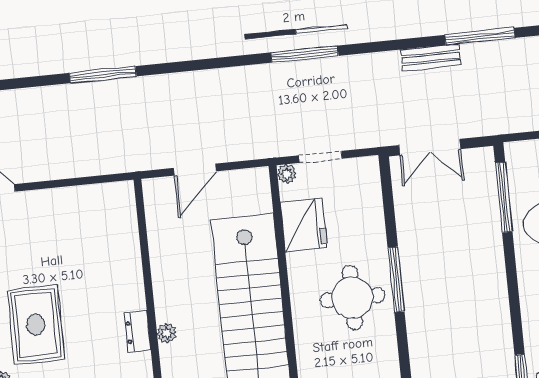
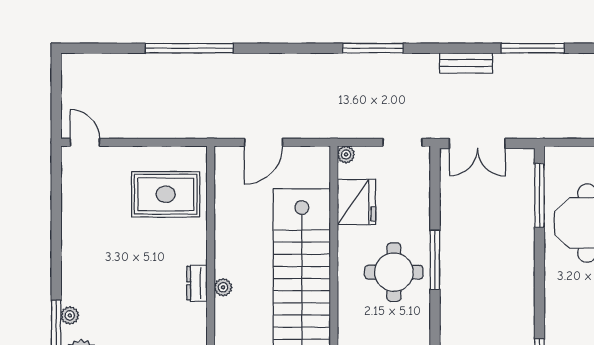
bench: (431, 58) -> (466, 63), moved
window: (103, 75) -> (189, 48), width x1.46
doorway: (321, 157) -> (402, 142), moved
rug: (36, 325) -> (166, 194), moved, turned 90

